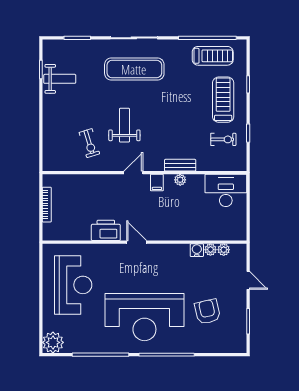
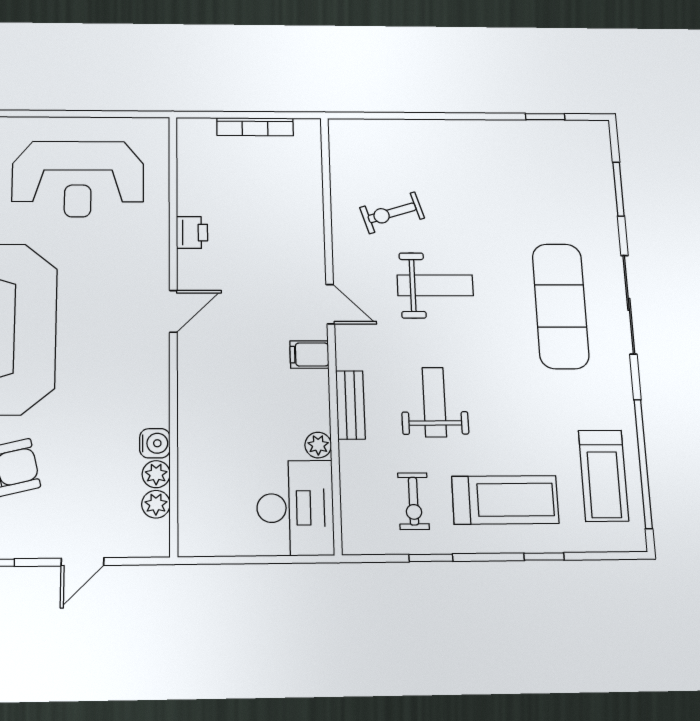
weight bench: (60, 79) -> (434, 402), moved, turned 180
plant: (180, 180) -> (318, 445), moved
printer: (106, 230) -> (192, 233), width x0.53, depth x0.68

